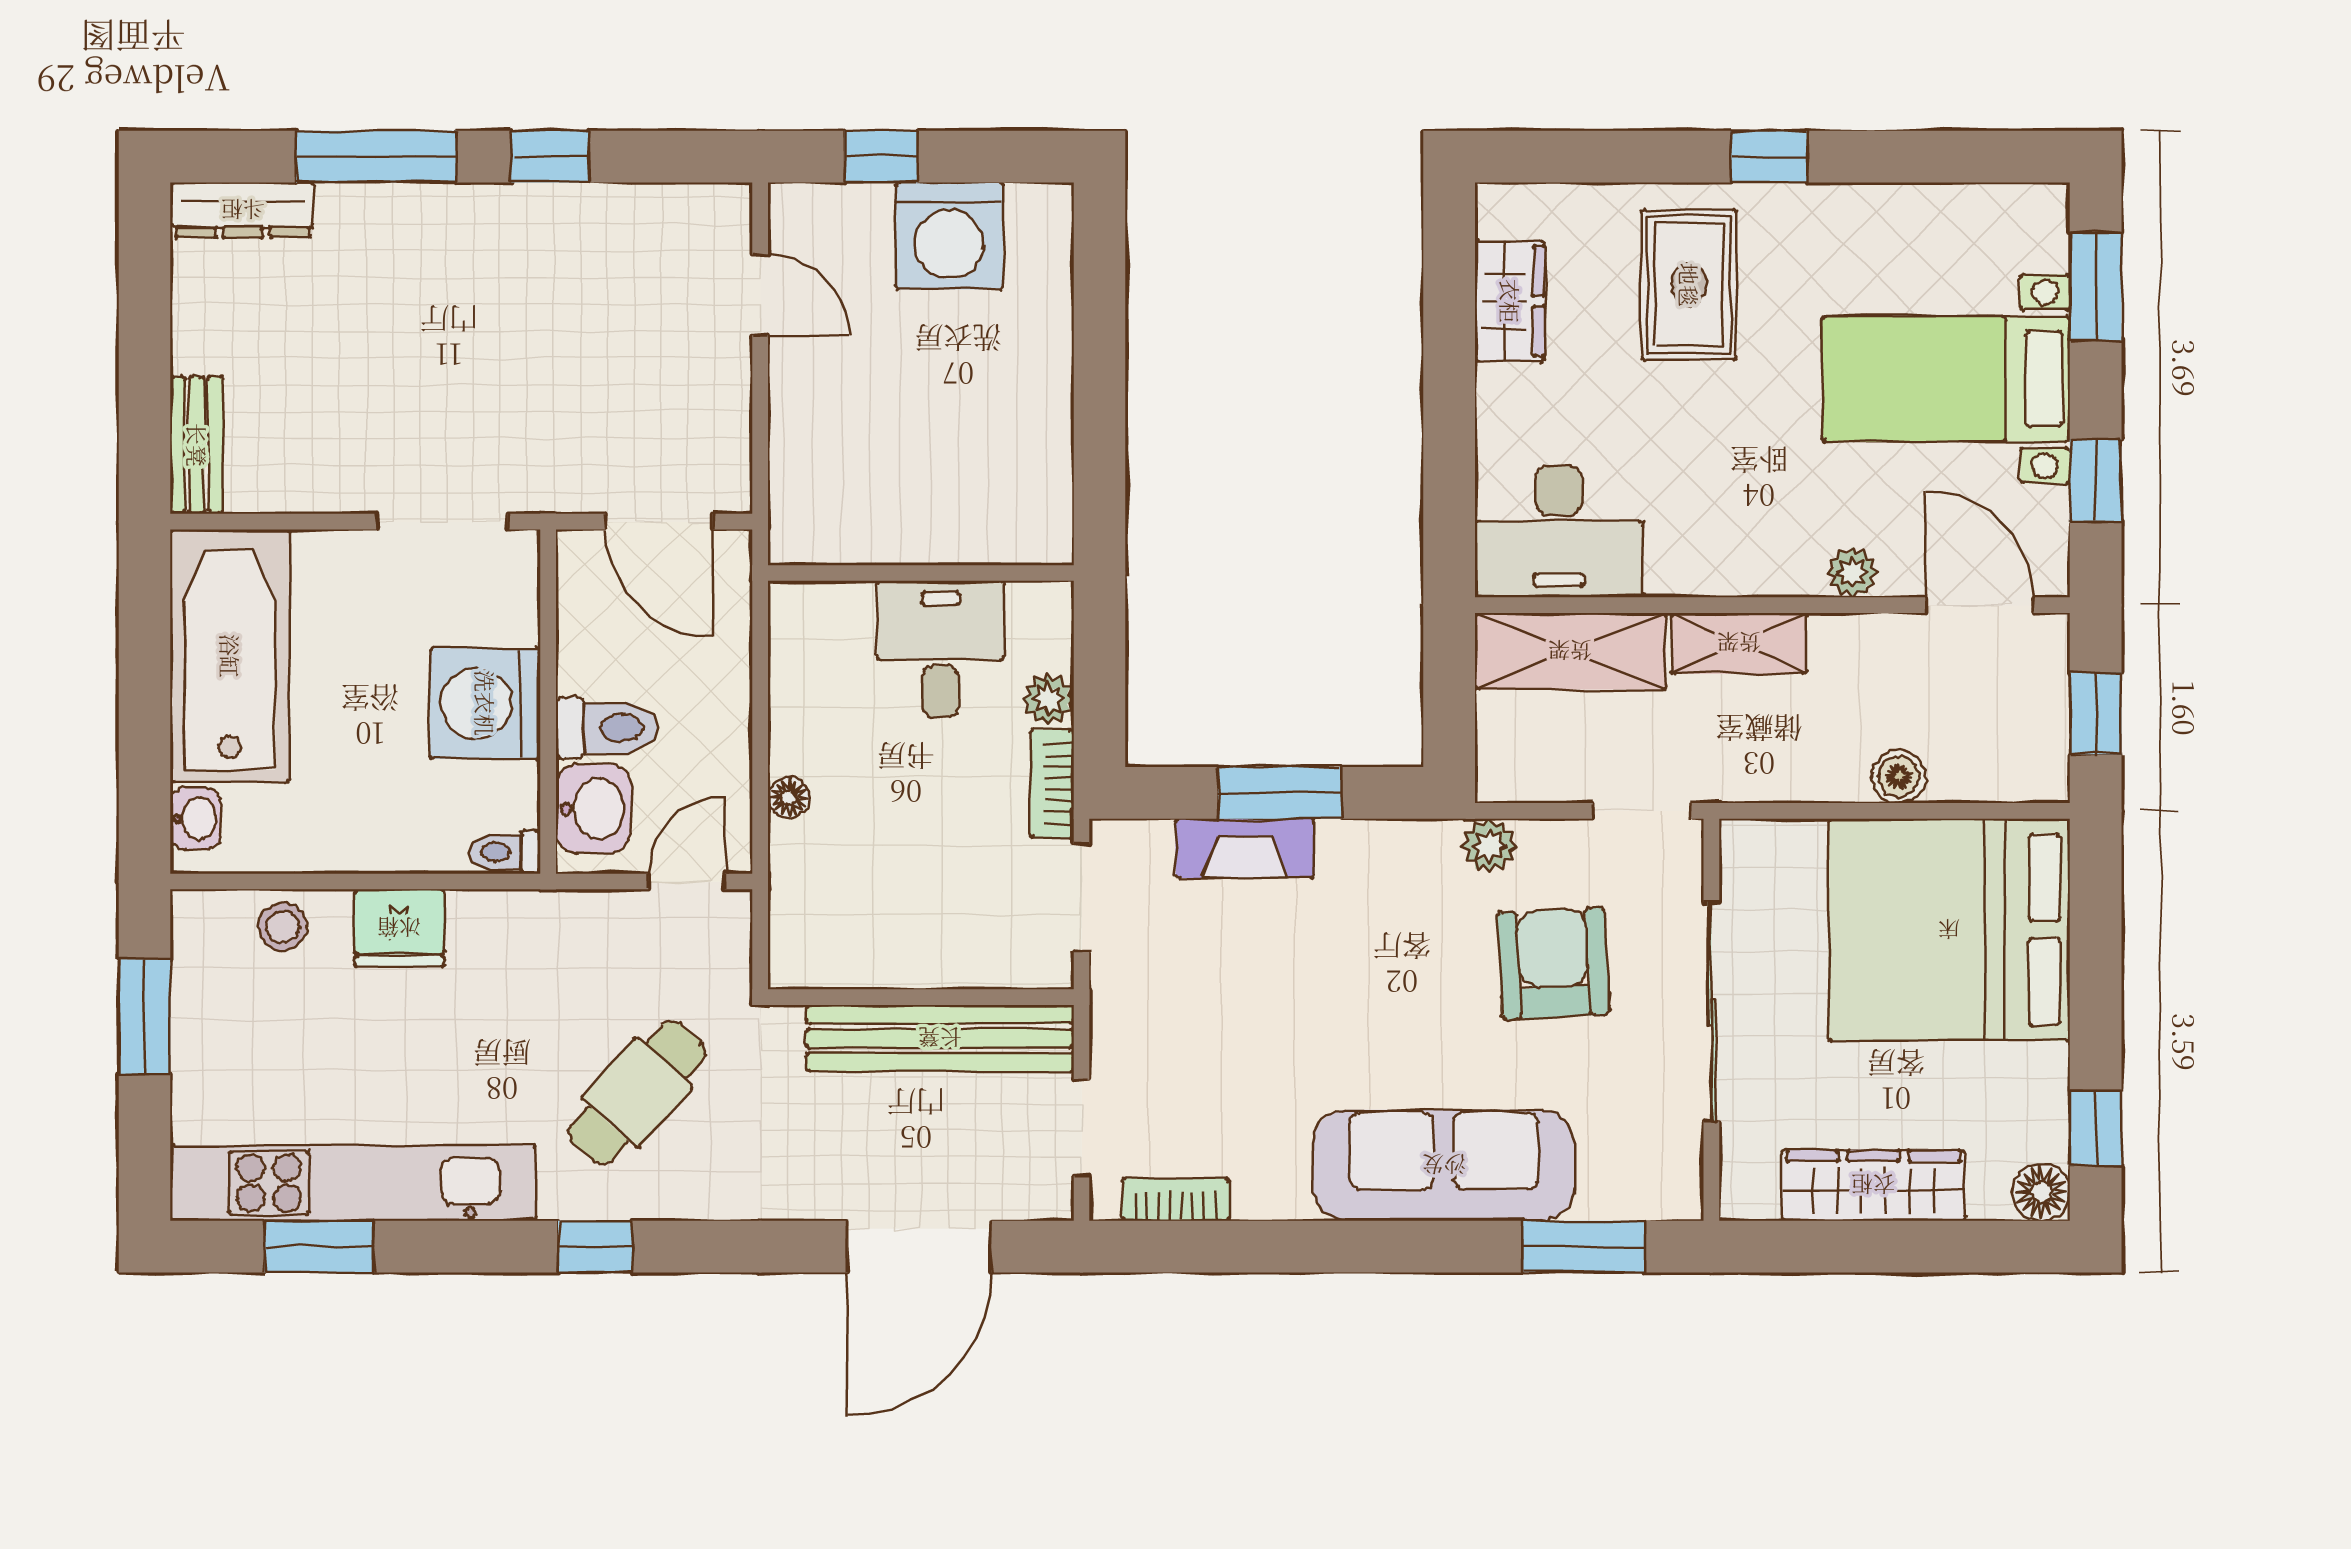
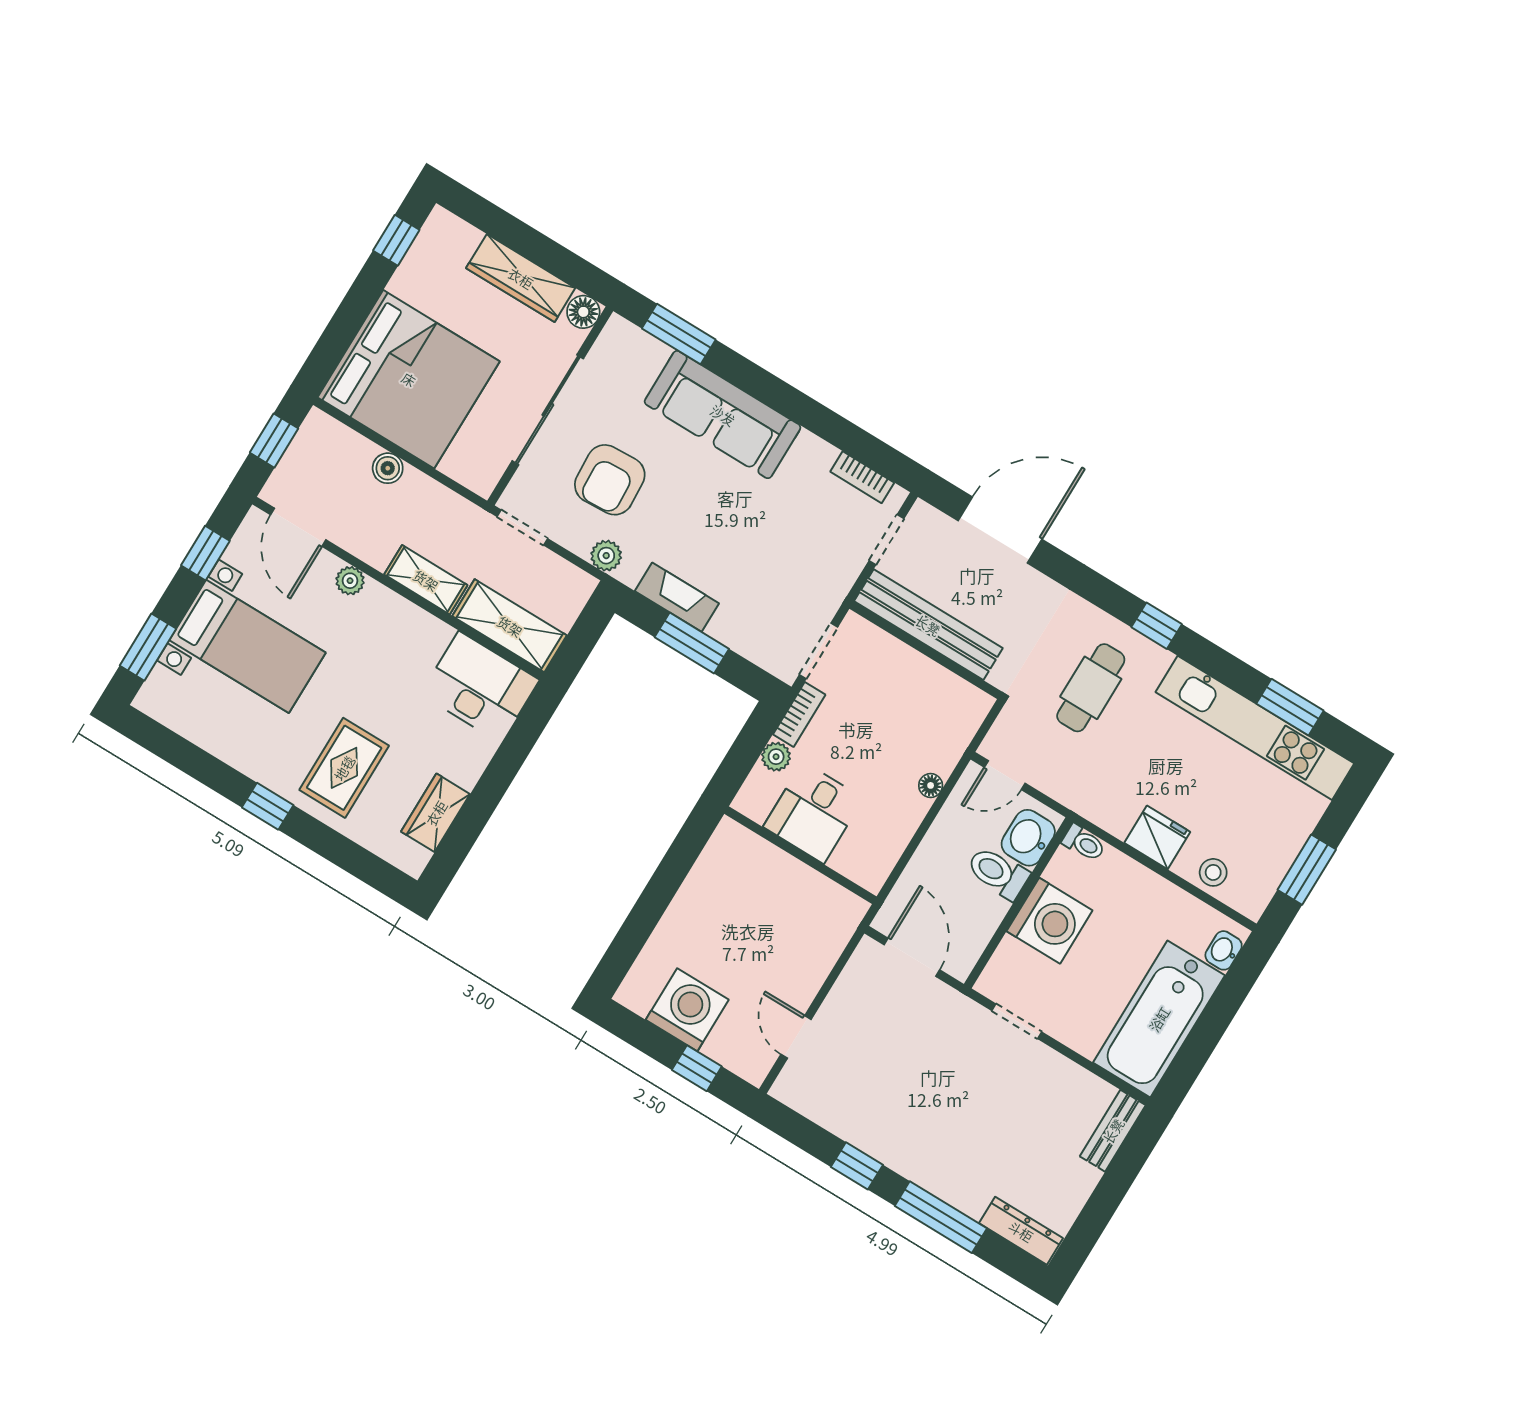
doorway: (442, 522) -> (1017, 1021), width x0.73
fireplace: (1245, 848) -> (677, 597), moved
cafe table: (637, 1092) -> (1091, 688), turned -42
floor lamp: (2041, 1192) -> (583, 312), moved

